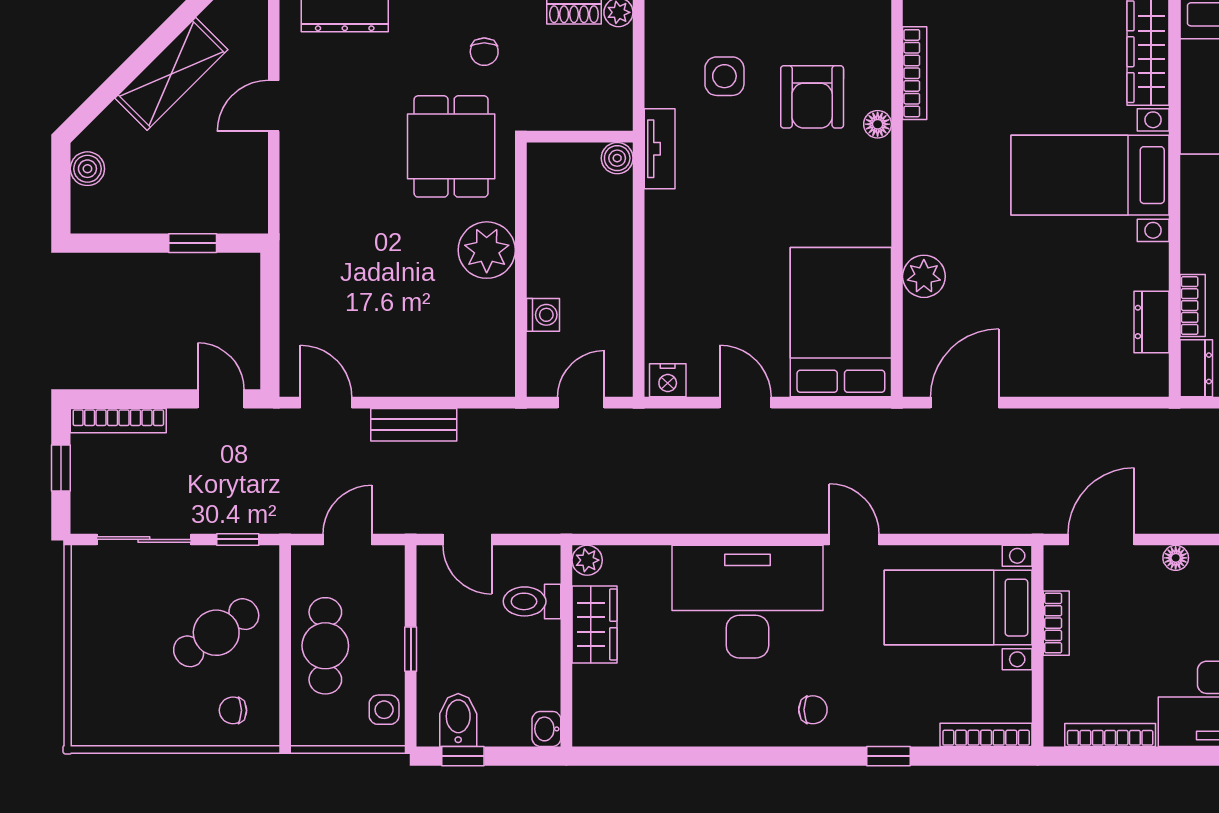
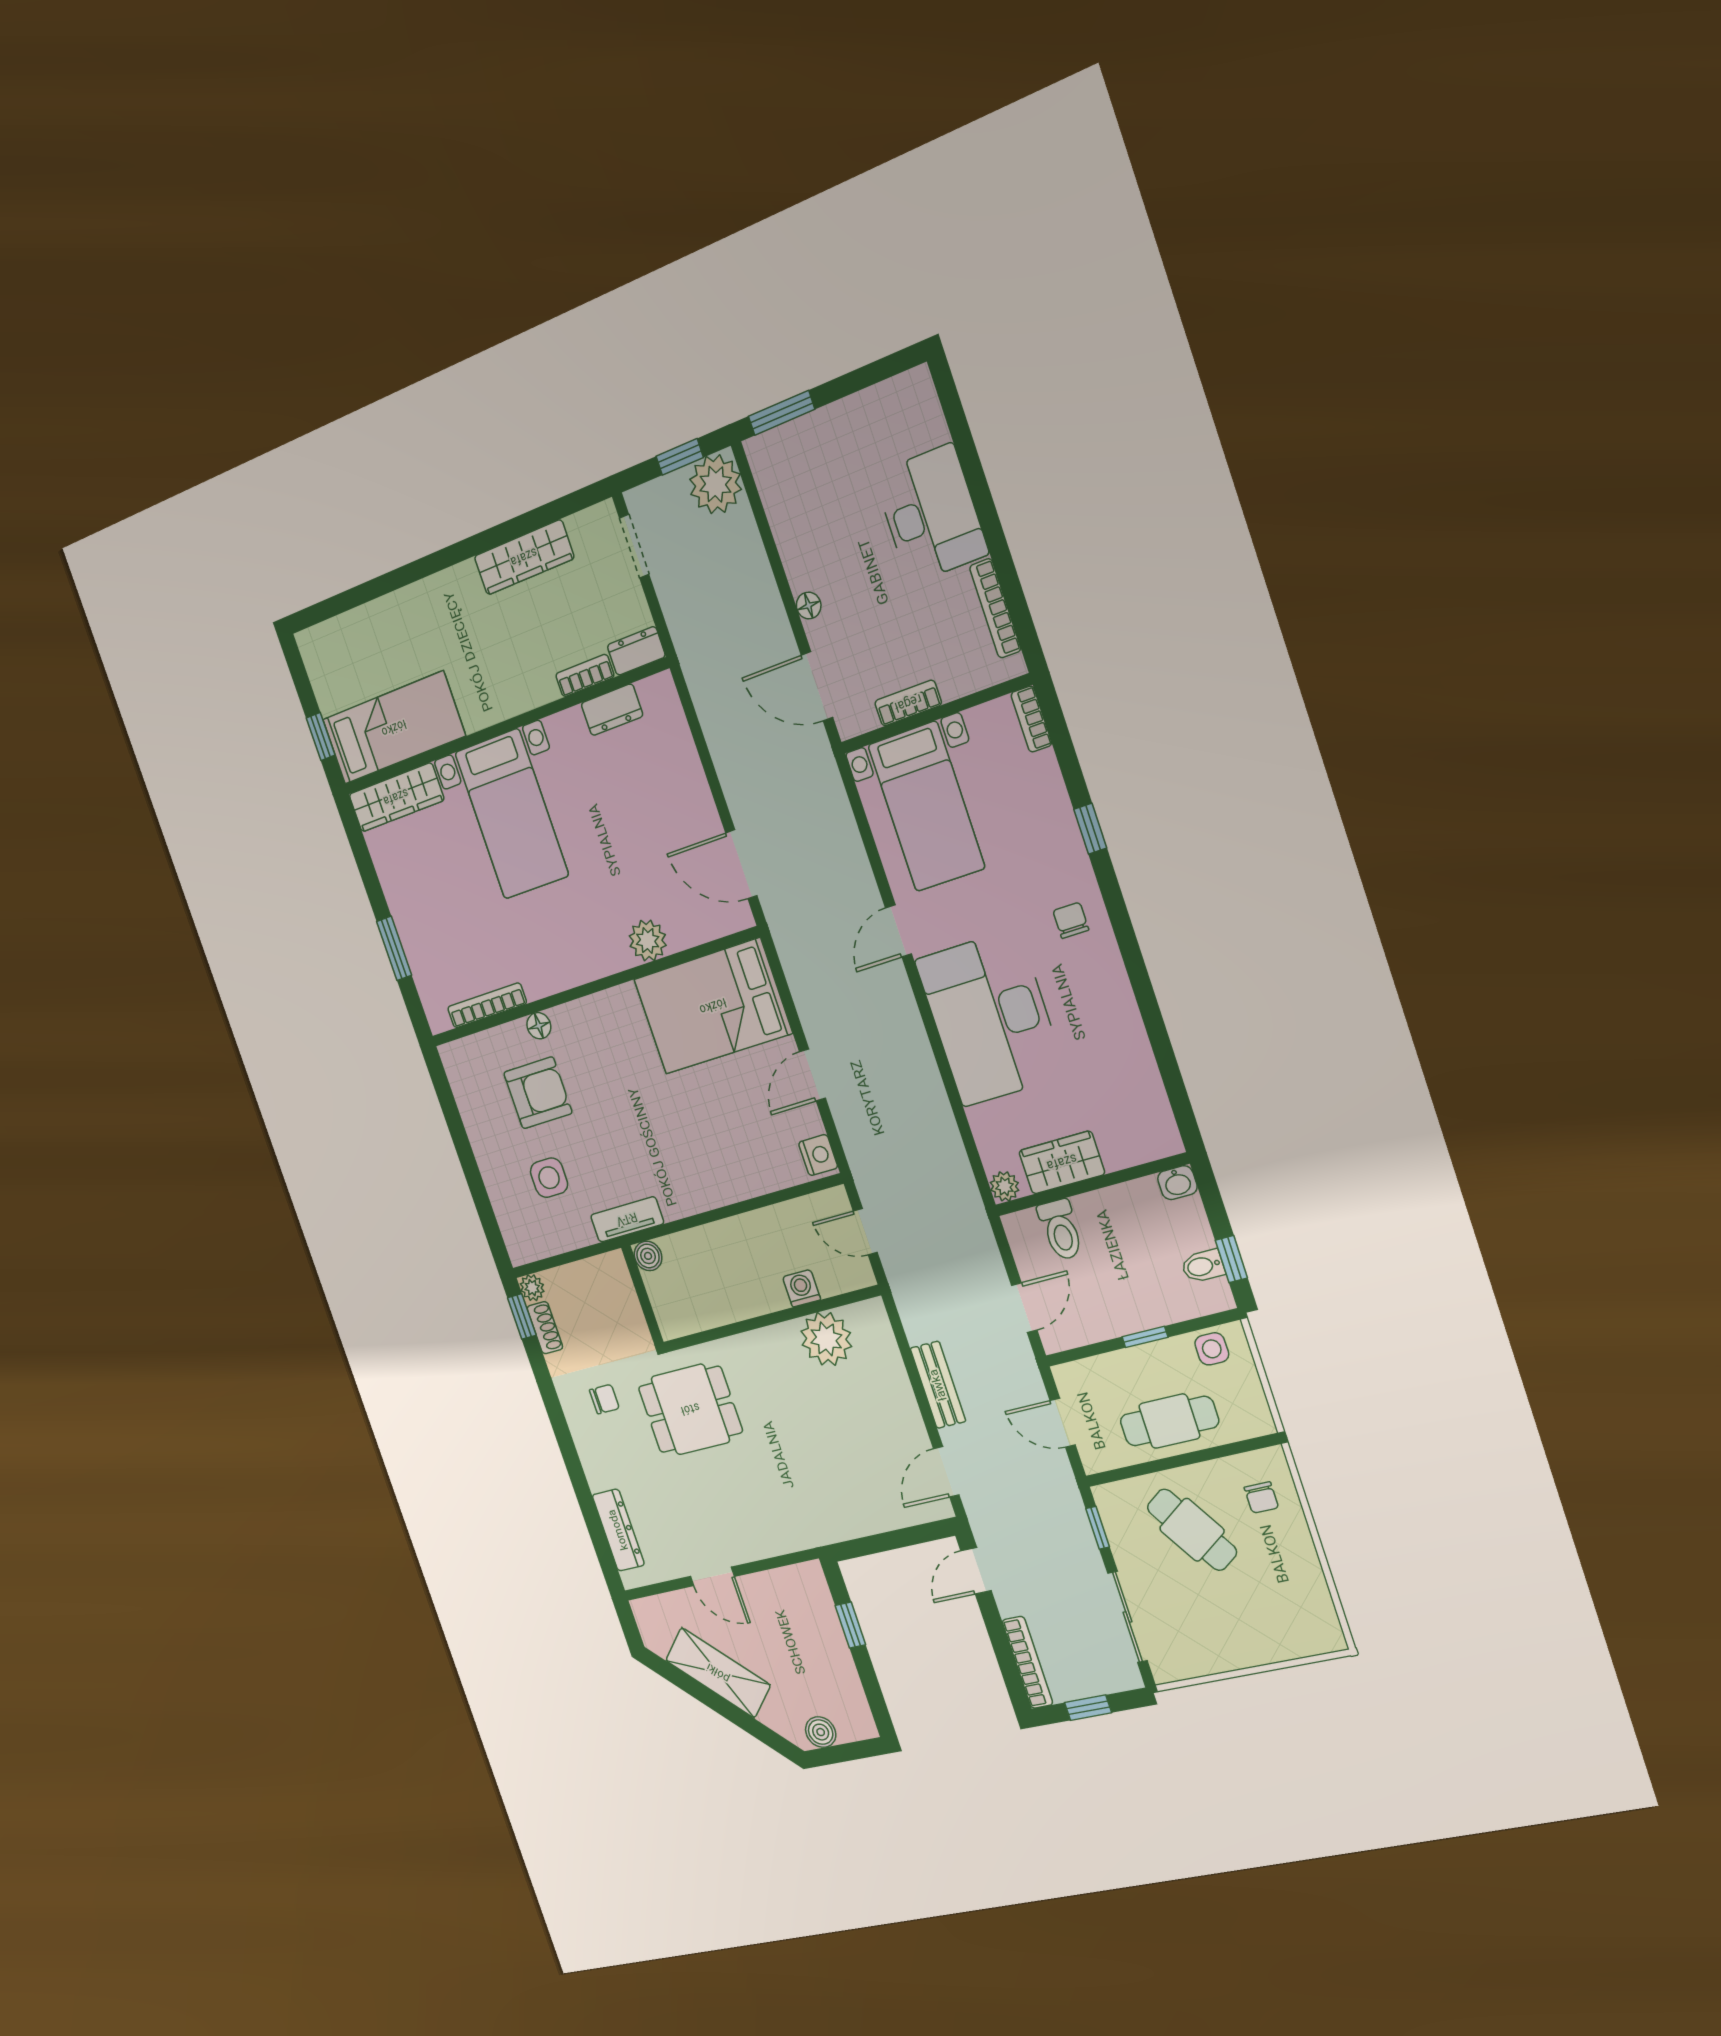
plant: (487, 250) -> (826, 1339), moved
bidet: (458, 720) -> (1203, 1266), width x0.72, depth x0.74
bookcase: (986, 735) -> (1031, 719), width x0.64

